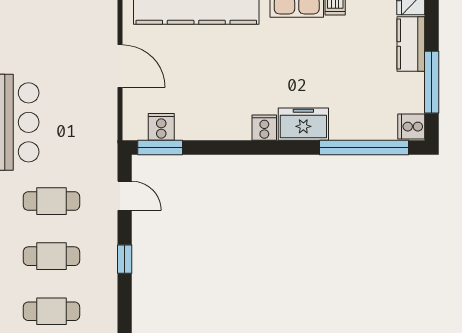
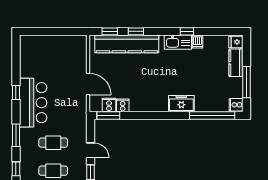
door: (120, 66) -> (88, 84), moved
cooker: (264, 128) -> (123, 105), moved
door: (125, 196) -> (90, 150), moved

